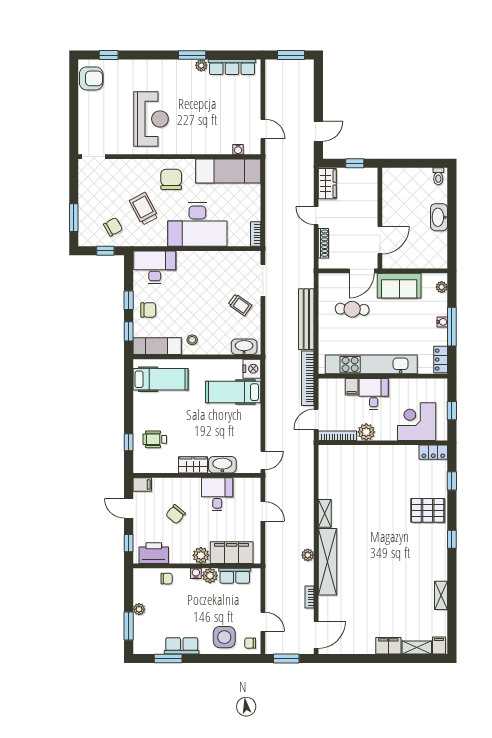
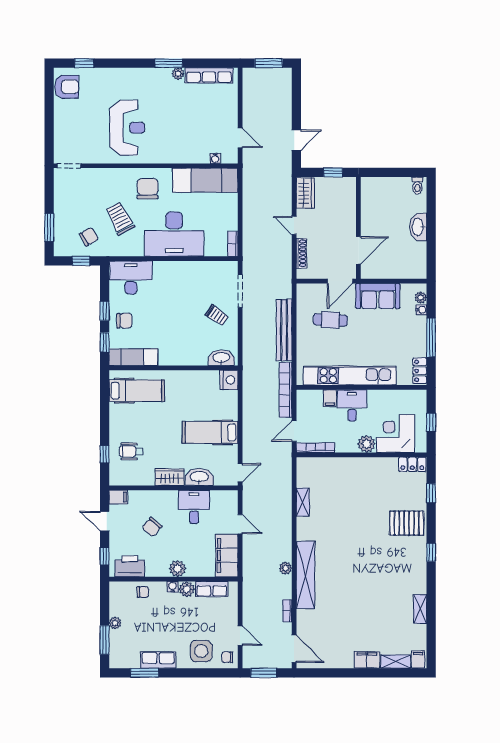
water cooler: (442, 322) -> (421, 310), moved
stool: (192, 340) -> (169, 351), removed
hospital bed: (233, 392) -> (210, 432), moved
plant: (366, 432) -> (367, 444), moved
shelving: (325, 513) -> (303, 502), moved
filing cabinet: (232, 553) -> (227, 555), moved, turned -90
door: (316, 635) -> (294, 649), hinge flipped

